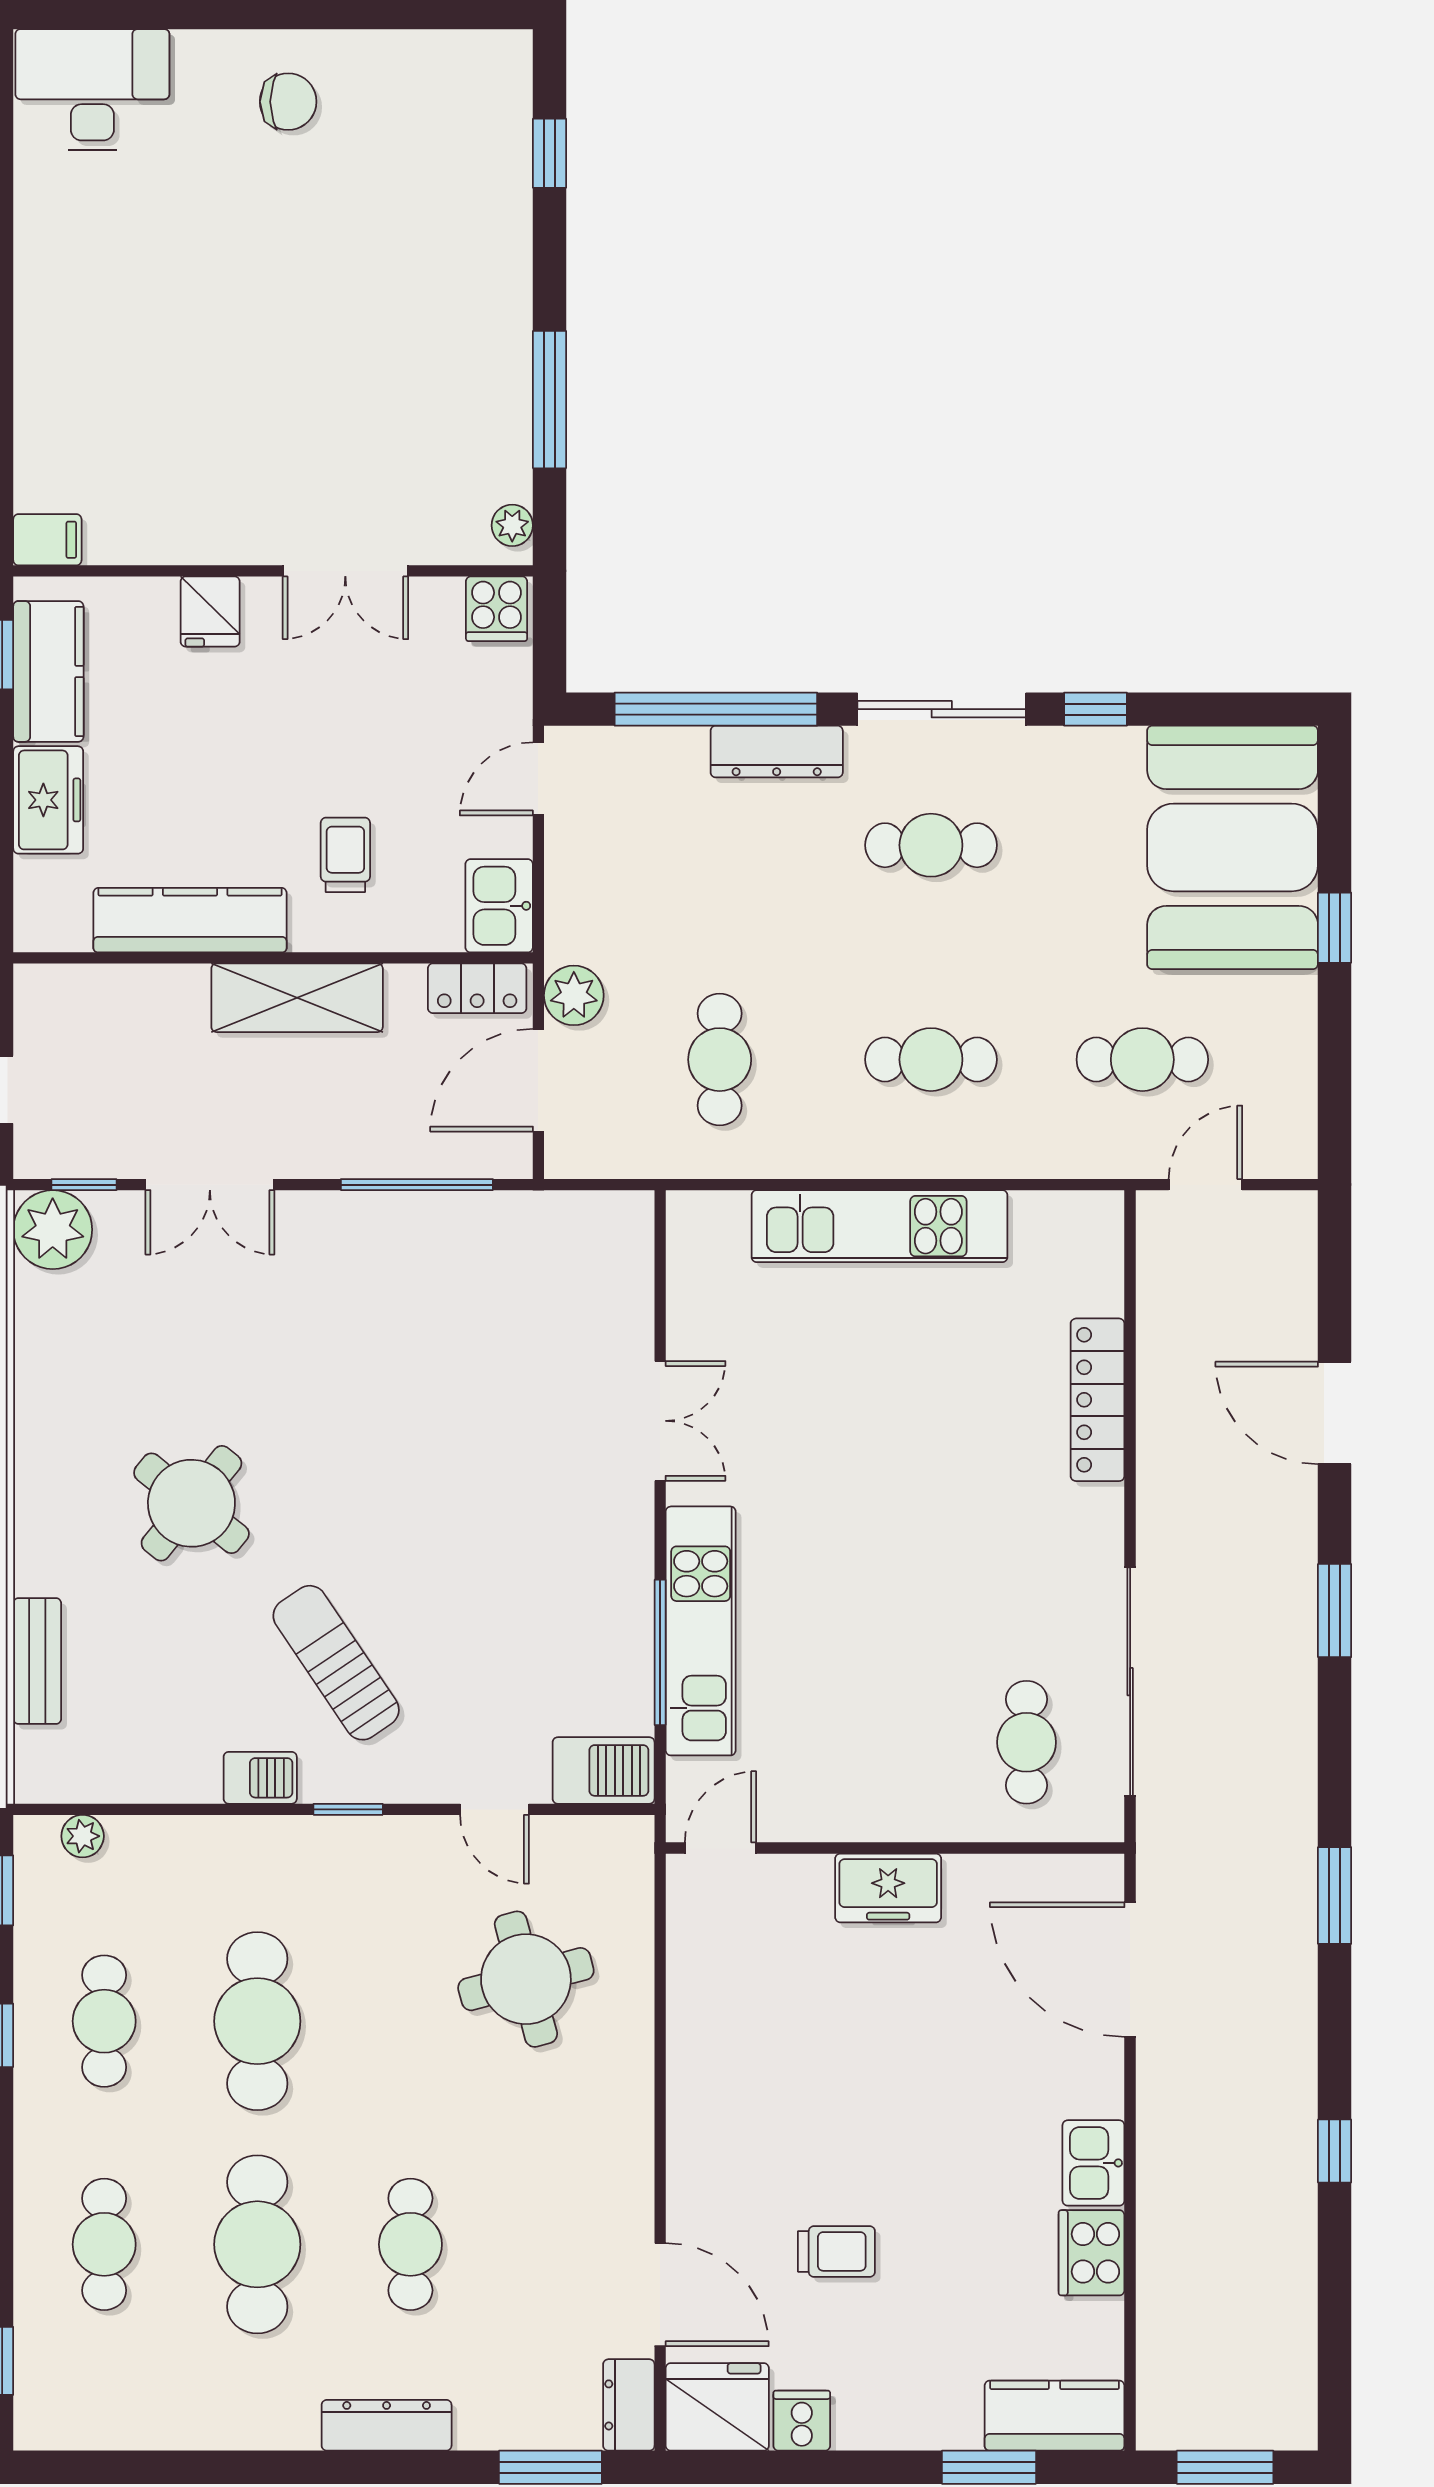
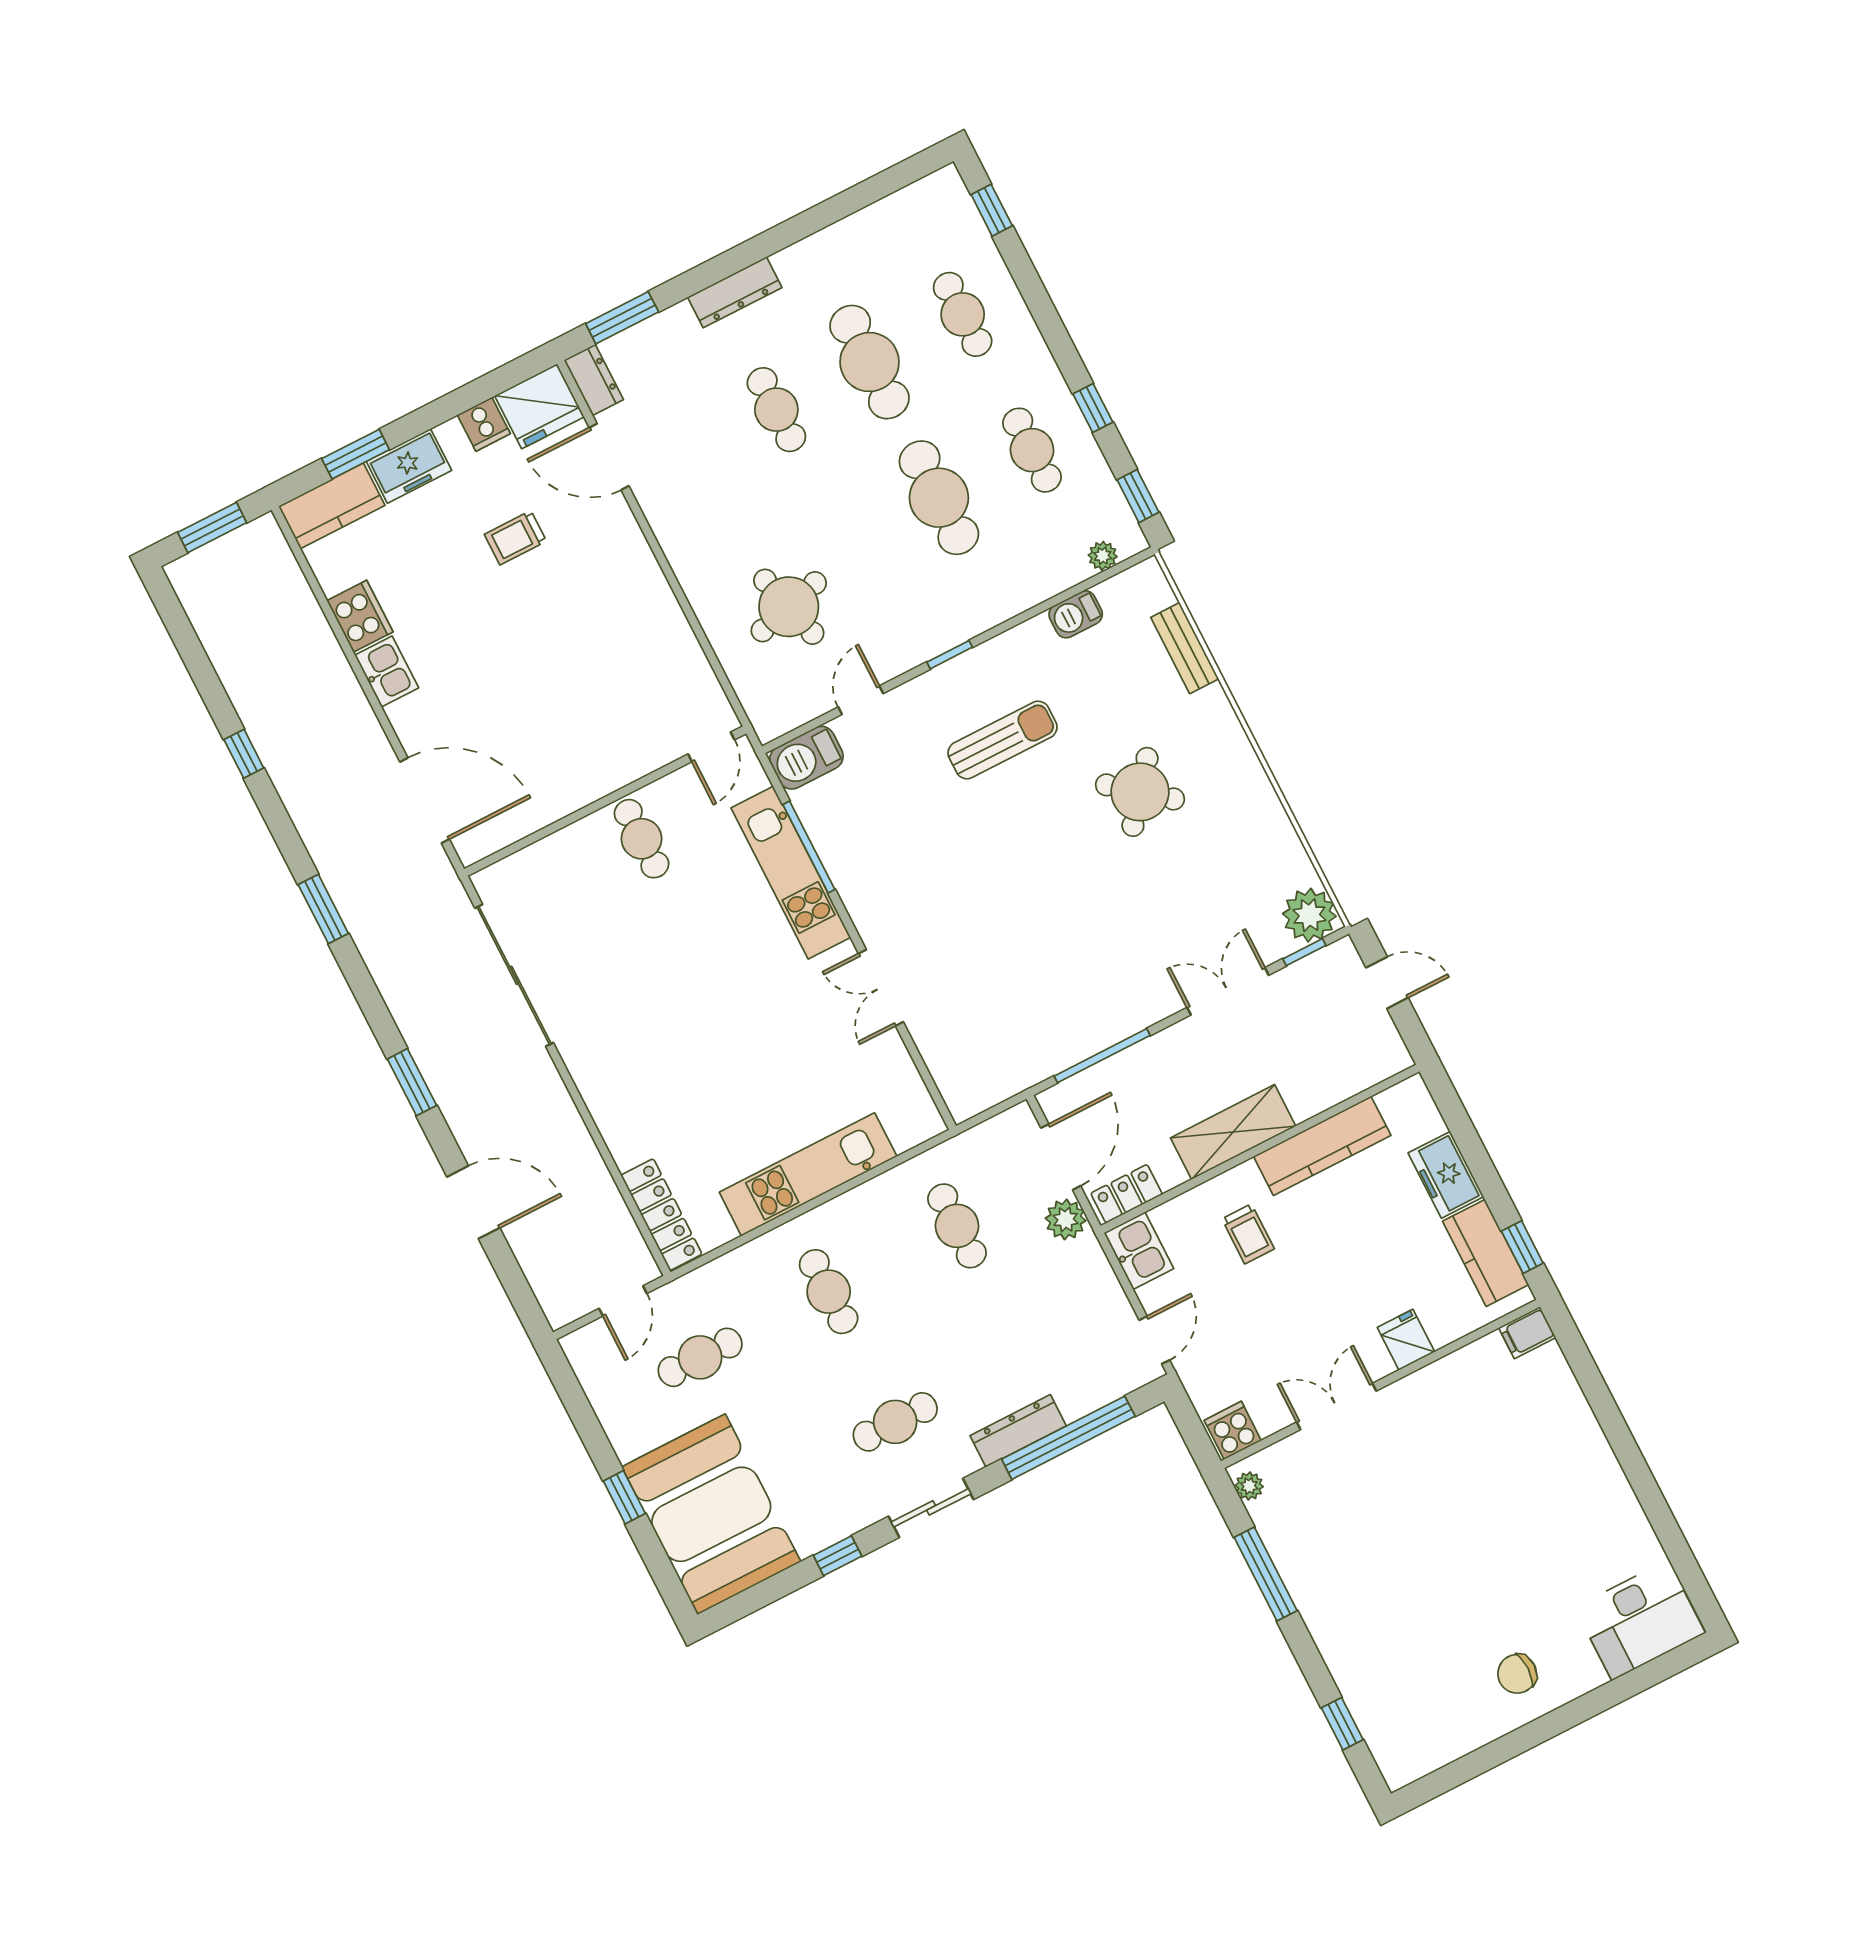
sliding door: (942, 709) -> (931, 1508), width x0.73
cafe table: (931, 1060) -> (829, 1292), turned 90
locker: (1098, 1400) -> (661, 1215), moved
sun lounger: (336, 1663) -> (1003, 740), turned -56
cafe table: (1027, 1742) -> (642, 839), moved
barbecue: (260, 1778) -> (1076, 614), moved
door: (495, 1809) -> (861, 700), hinge flipped
freezer: (888, 1888) -> (409, 466), moved, turned 180

